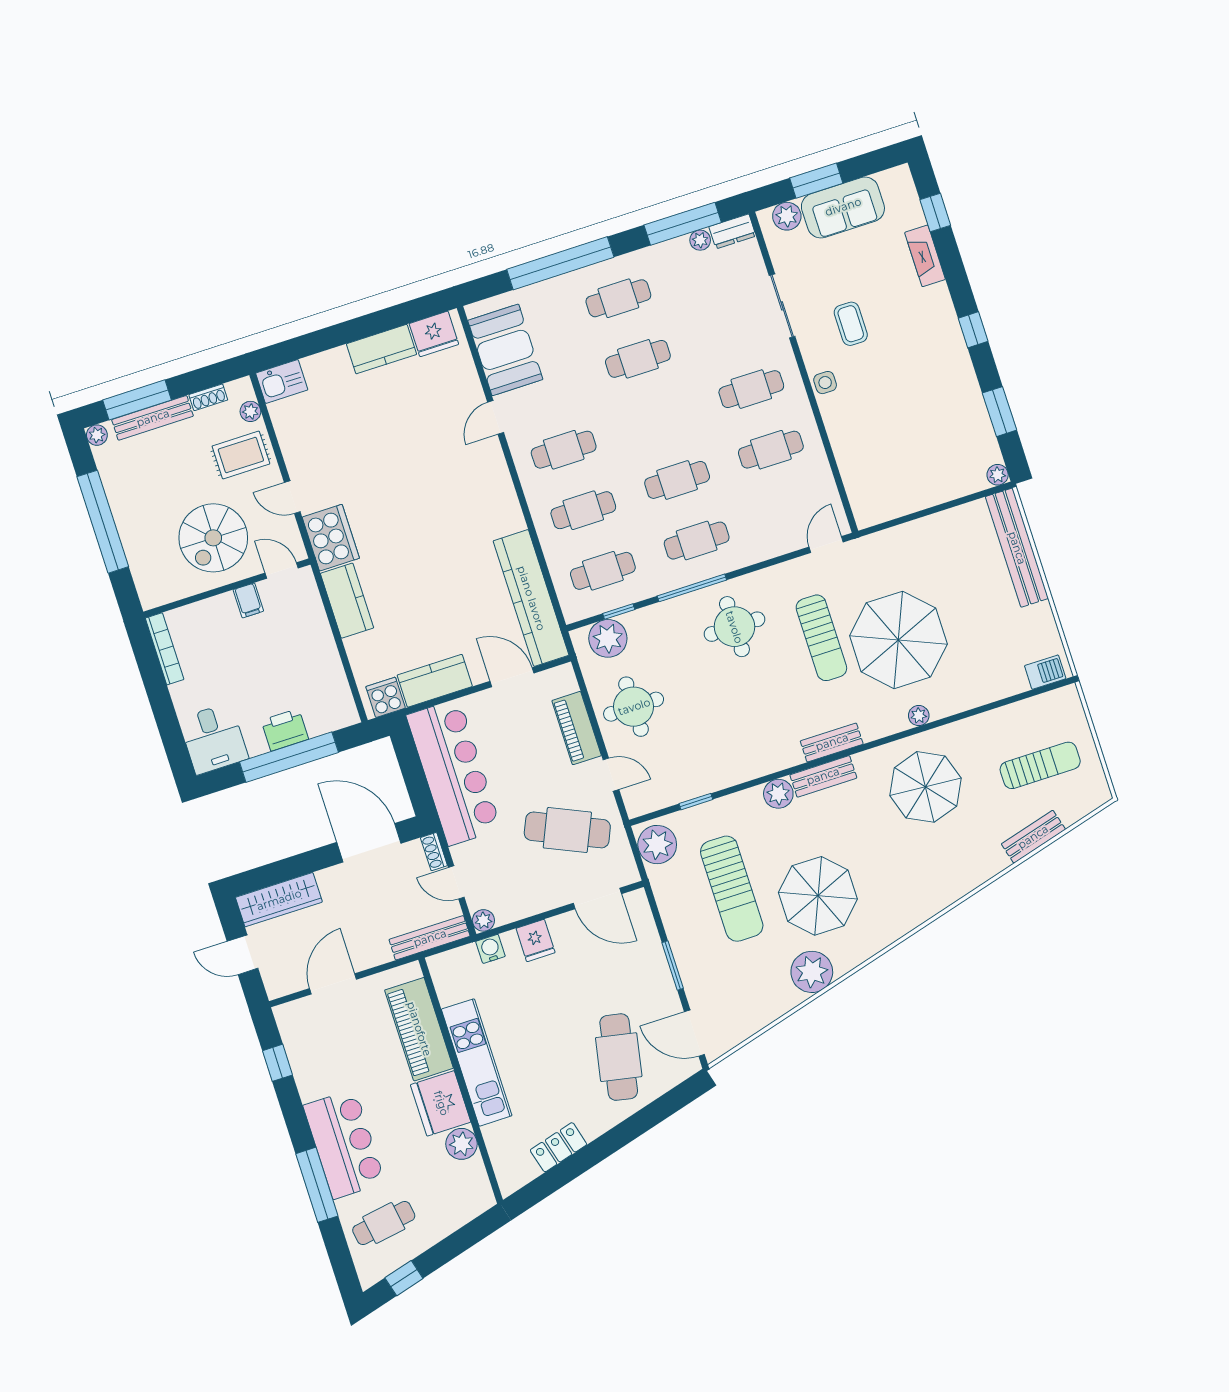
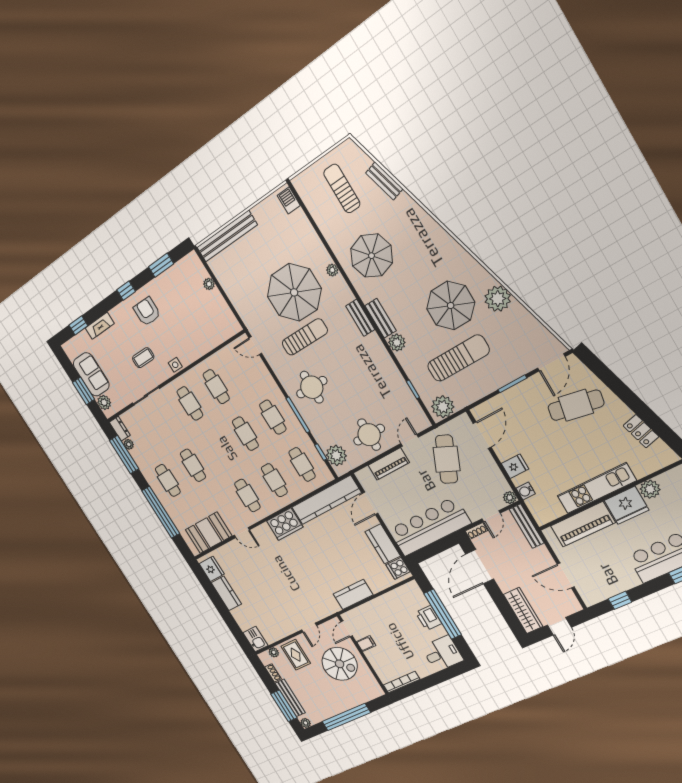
armchair: (929, 358) -> (147, 311), added
plant: (998, 475) -> (209, 284), moved
cooker: (331, 538) -> (285, 524), moved, turned 180

